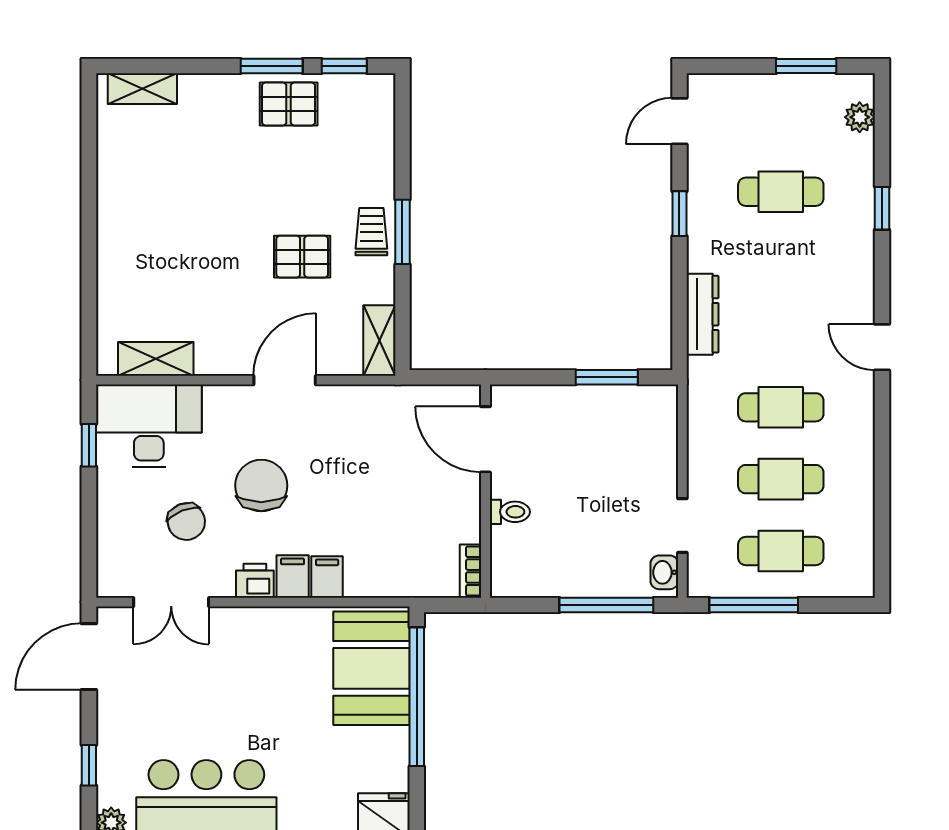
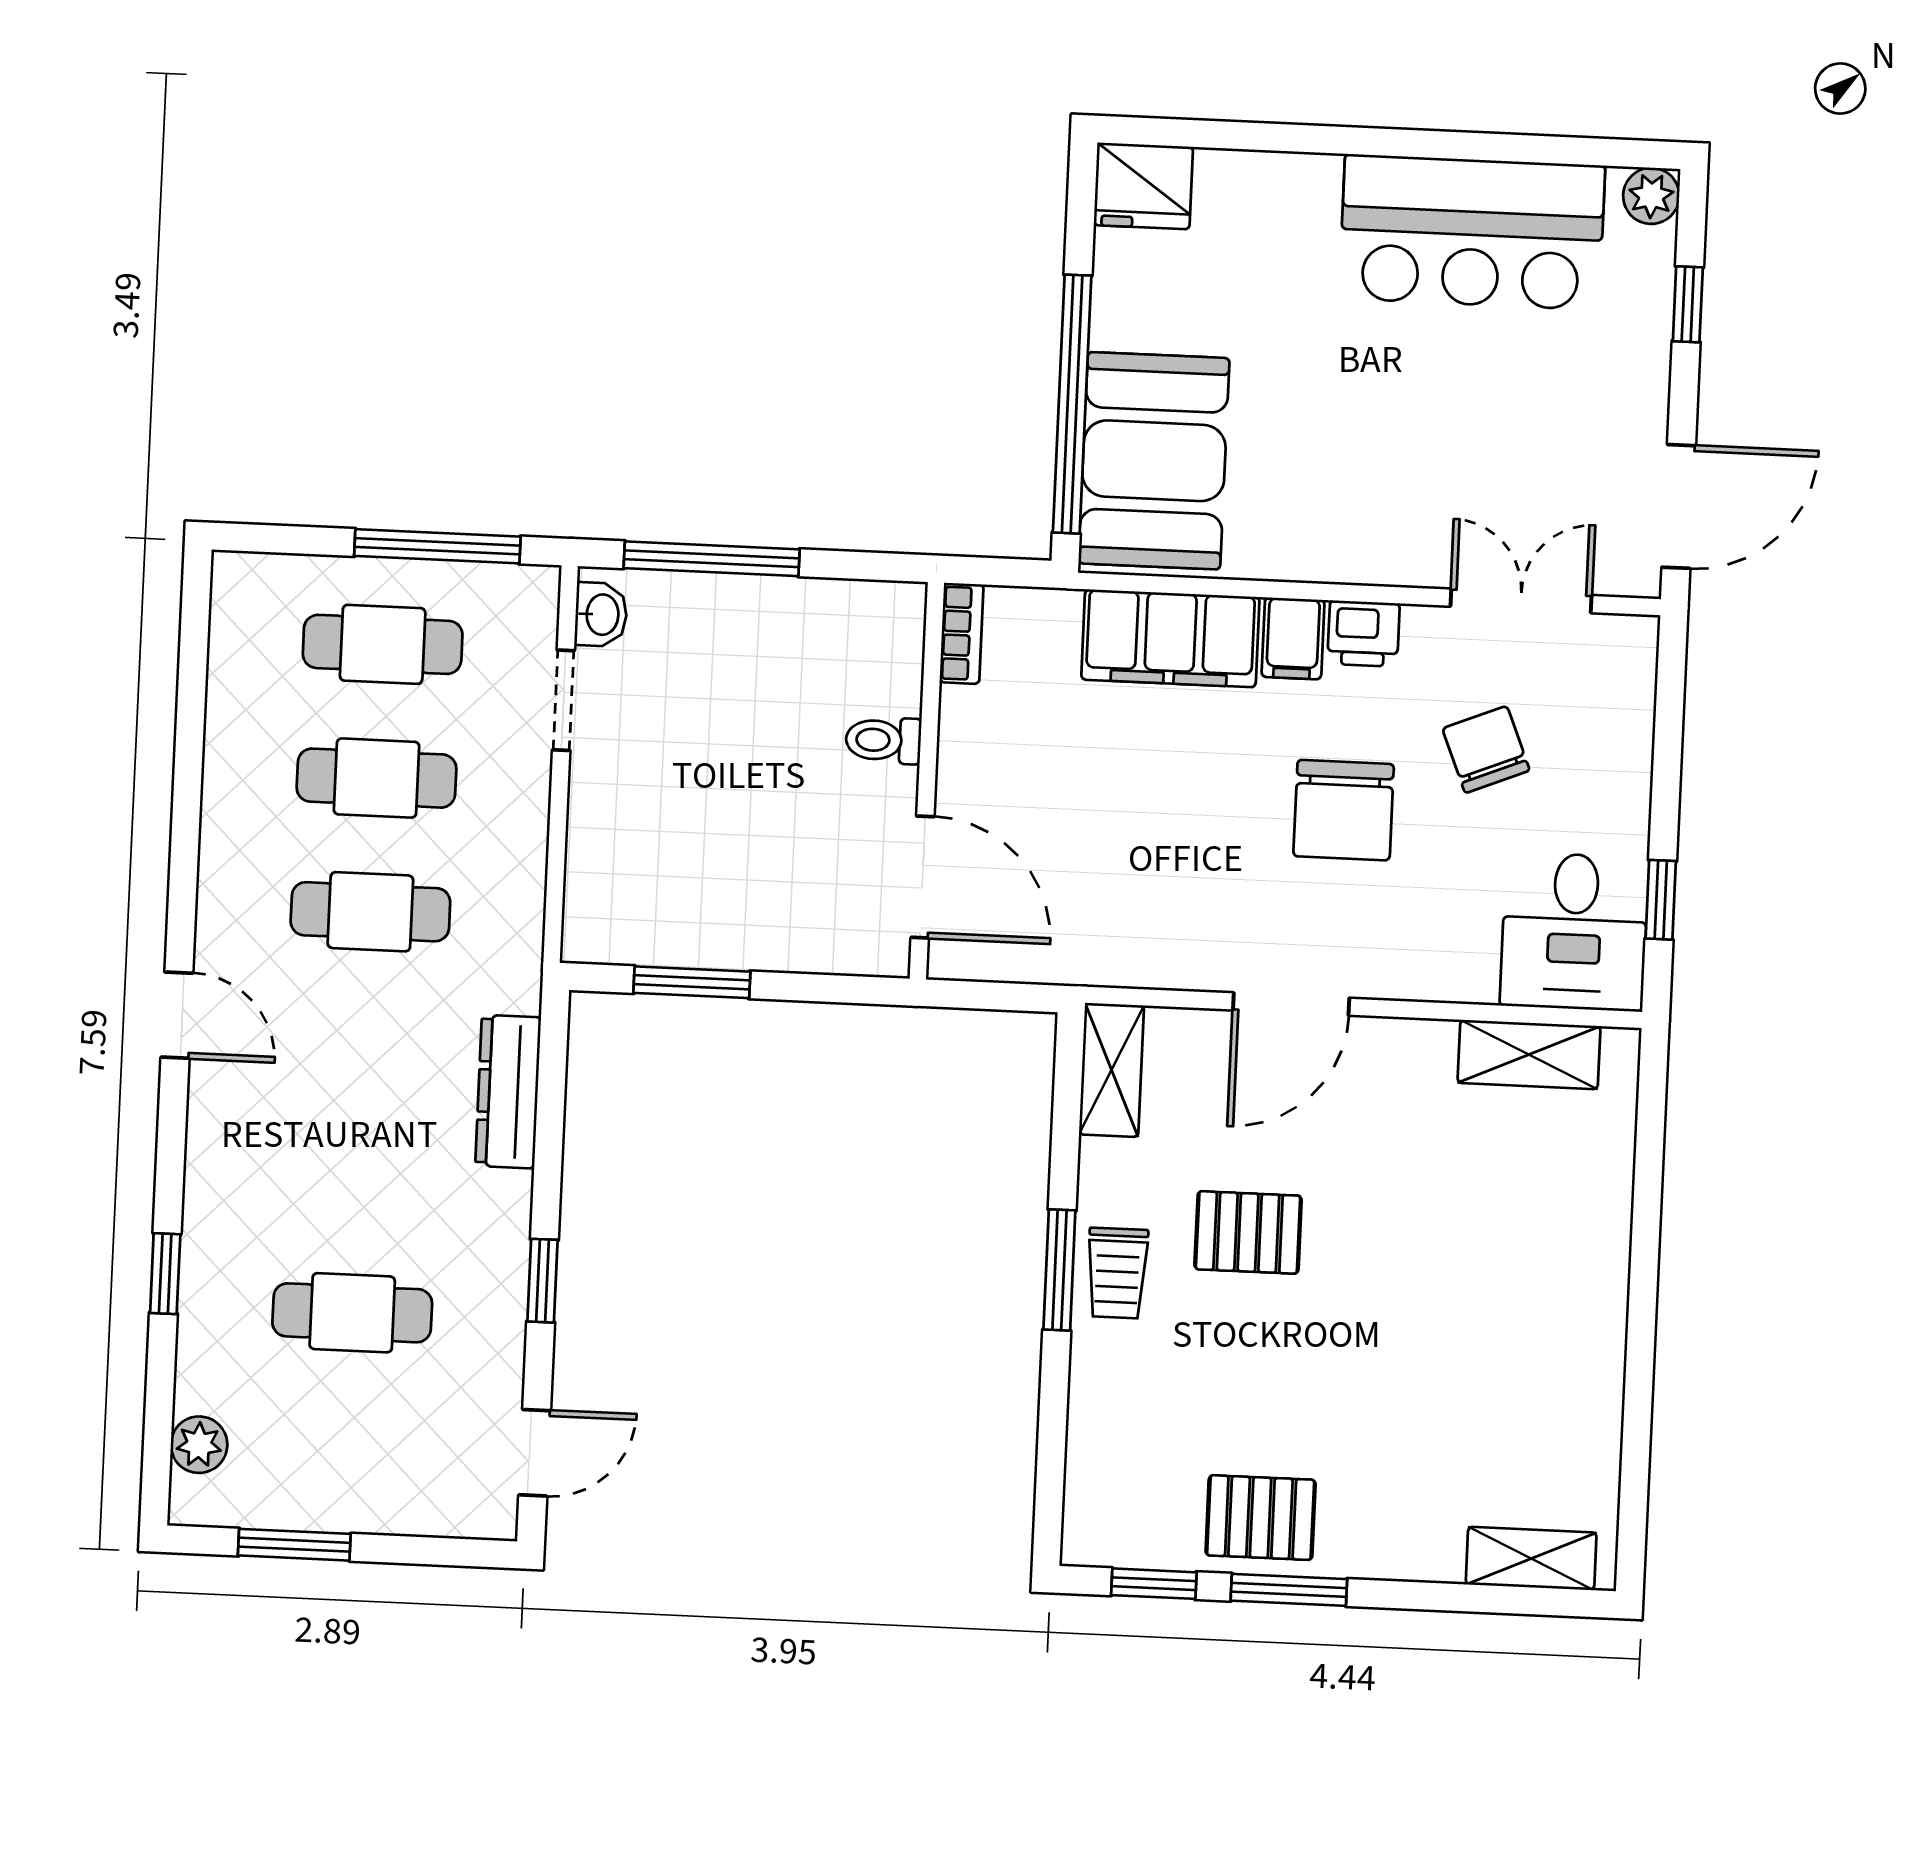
desk: (149, 426) -> (1574, 932), width x0.73
filing cabinet: (327, 577) -> (1170, 638), width x3.00, depth x1.17

